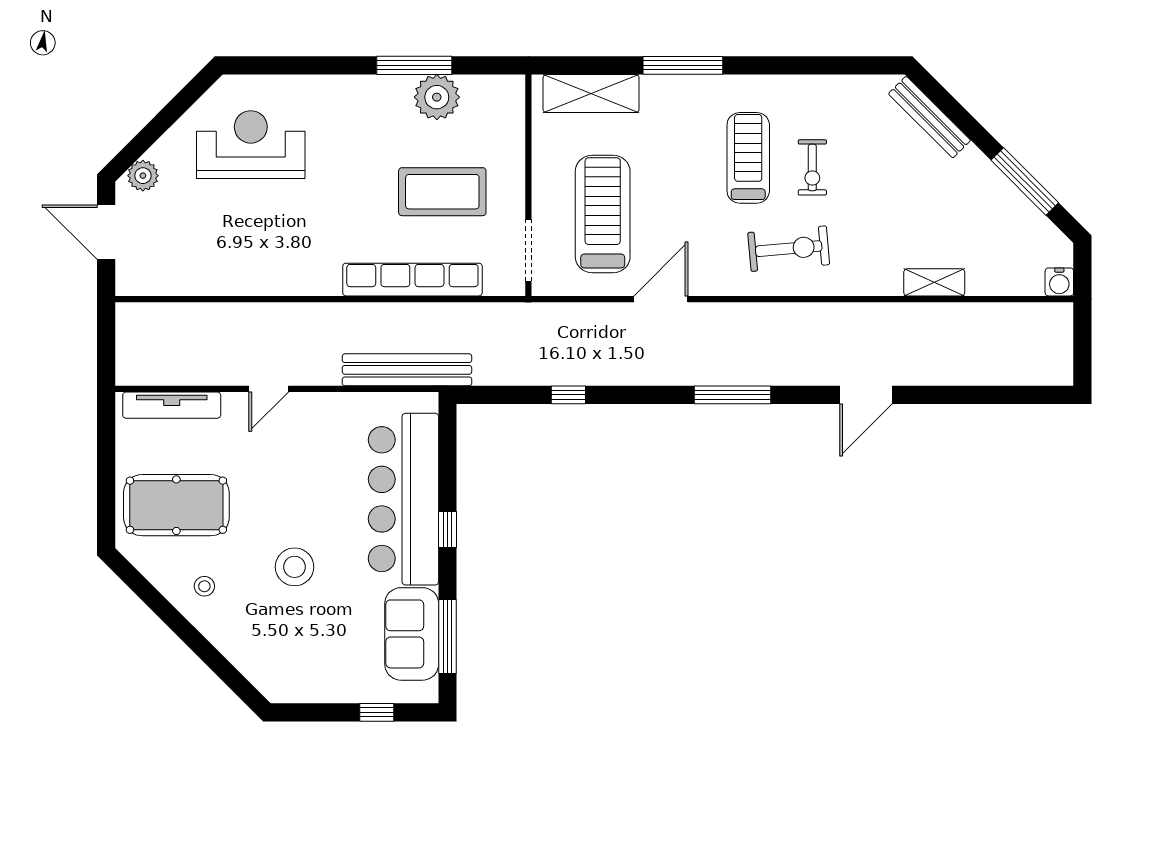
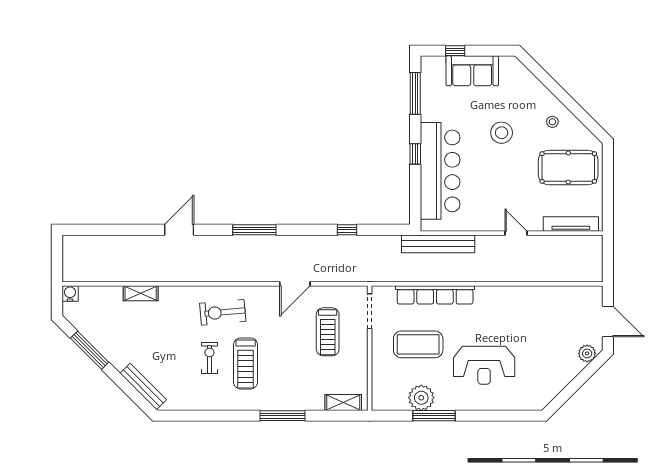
shelving: (591, 94) -> (343, 402), width x0.67, depth x0.75
reception desk: (251, 145) -> (484, 365), moved
treadmill: (603, 214) -> (328, 332), width x0.73, depth x0.73
door: (269, 389) -> (516, 233), hinge flipped
sofa: (412, 634) -> (472, 71), moved, turned 90

